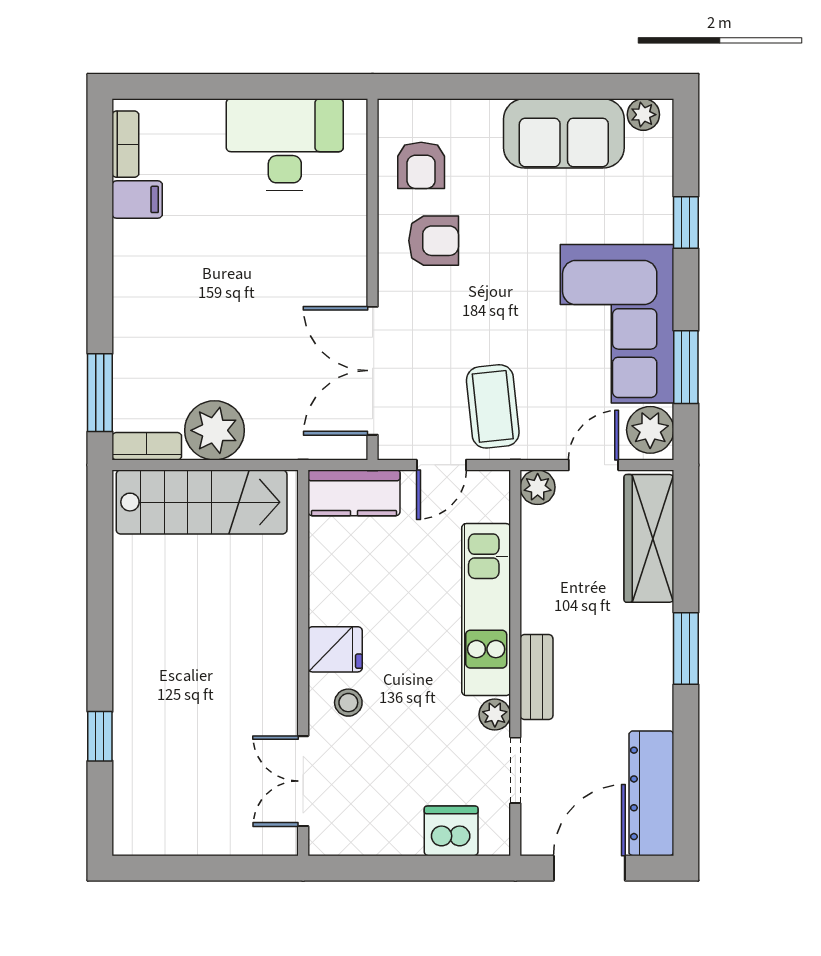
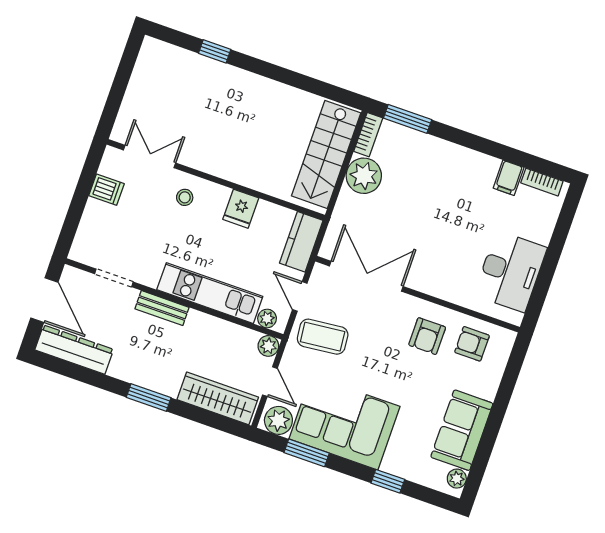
fridge: (335, 649) -> (241, 209), moved
plant: (495, 714) -> (267, 319), moved
dishwasher: (451, 831) -> (107, 190), moved, width x0.73

